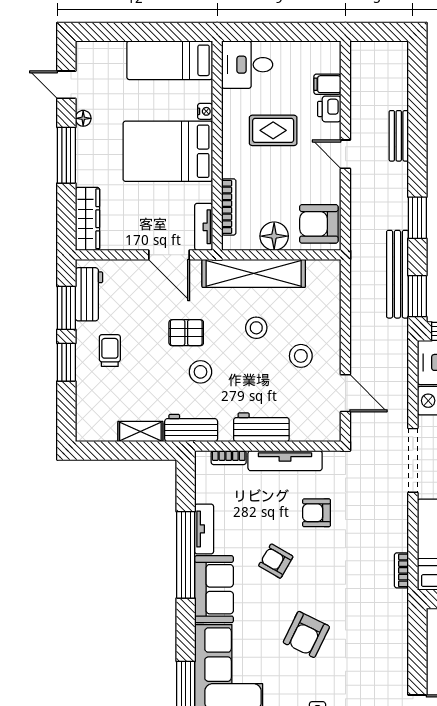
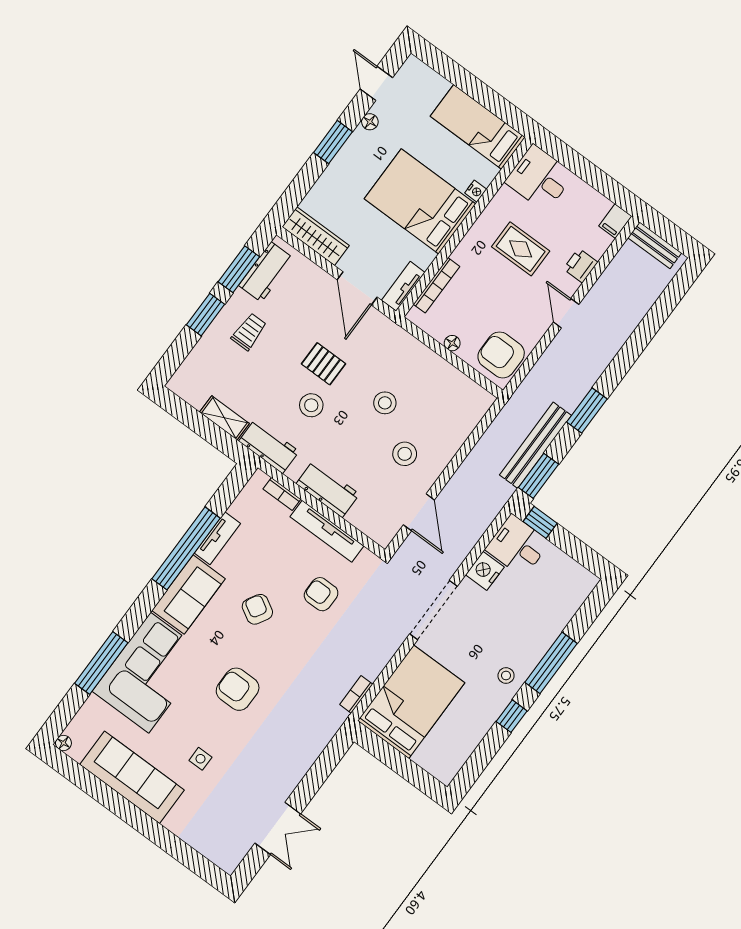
filing cabinet: (327, 84) -> (615, 221), moved, turned -90
bench: (399, 136) -> (655, 245), moved, turned 90
window: (66, 155) -> (333, 142), width x0.69
wardrobe: (87, 219) -> (316, 236), moved, turned -90
floor lamp: (274, 236) -> (452, 343), width x0.53, depth x0.53
shelving: (254, 273) -> (416, 356), removed
armchair: (306, 634) -> (238, 689), turned 64

